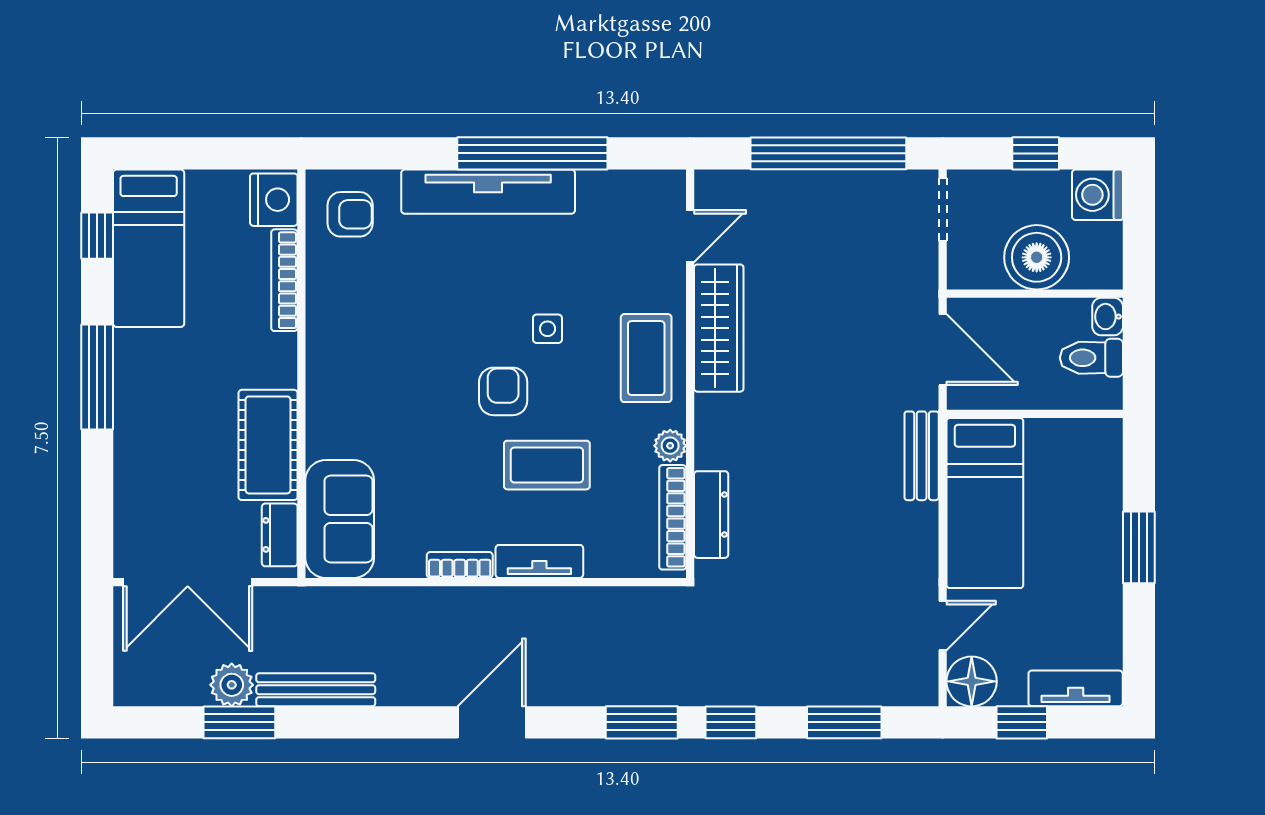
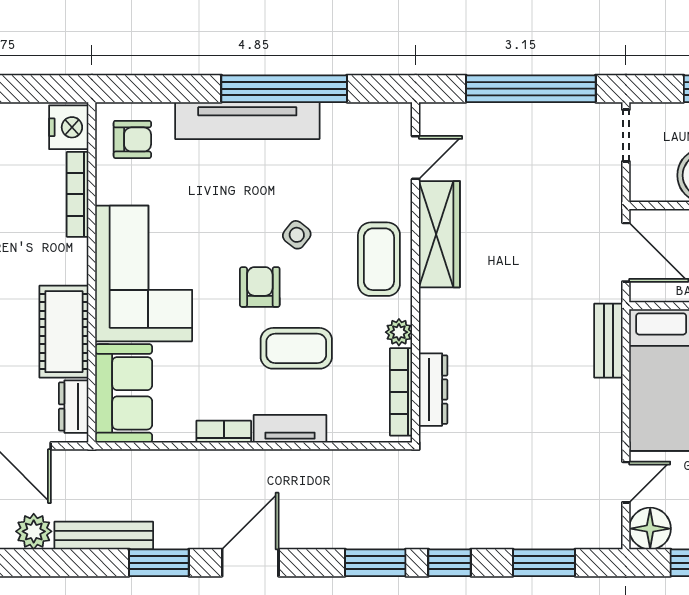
side table: (547, 329) -> (297, 235), turned 38
corner sofa: (364, 375) -> (144, 273), added
window: (239, 722) -> (159, 563), moved

